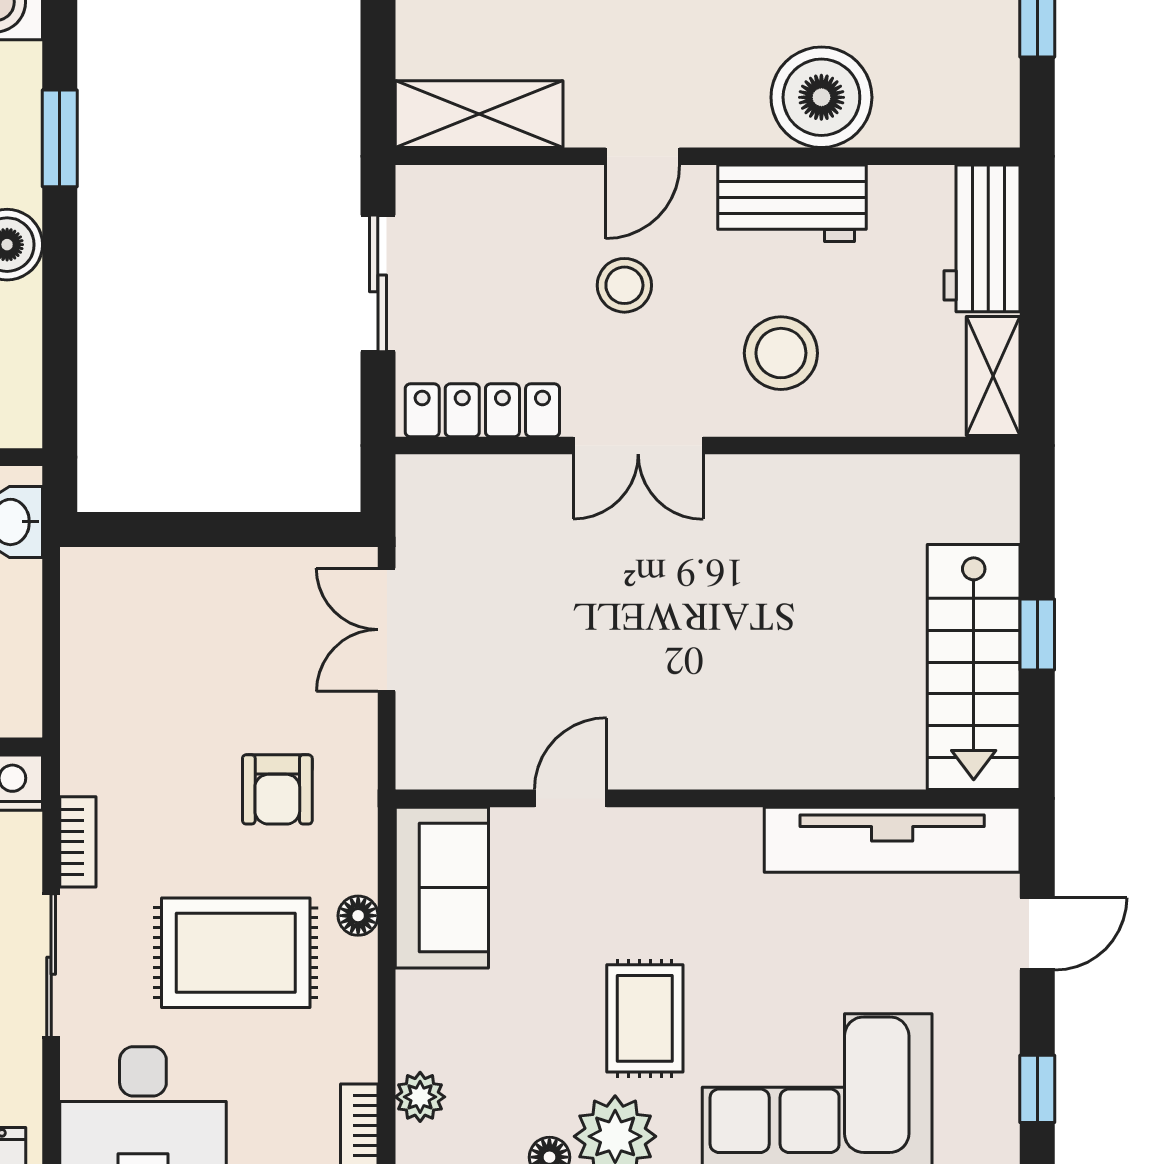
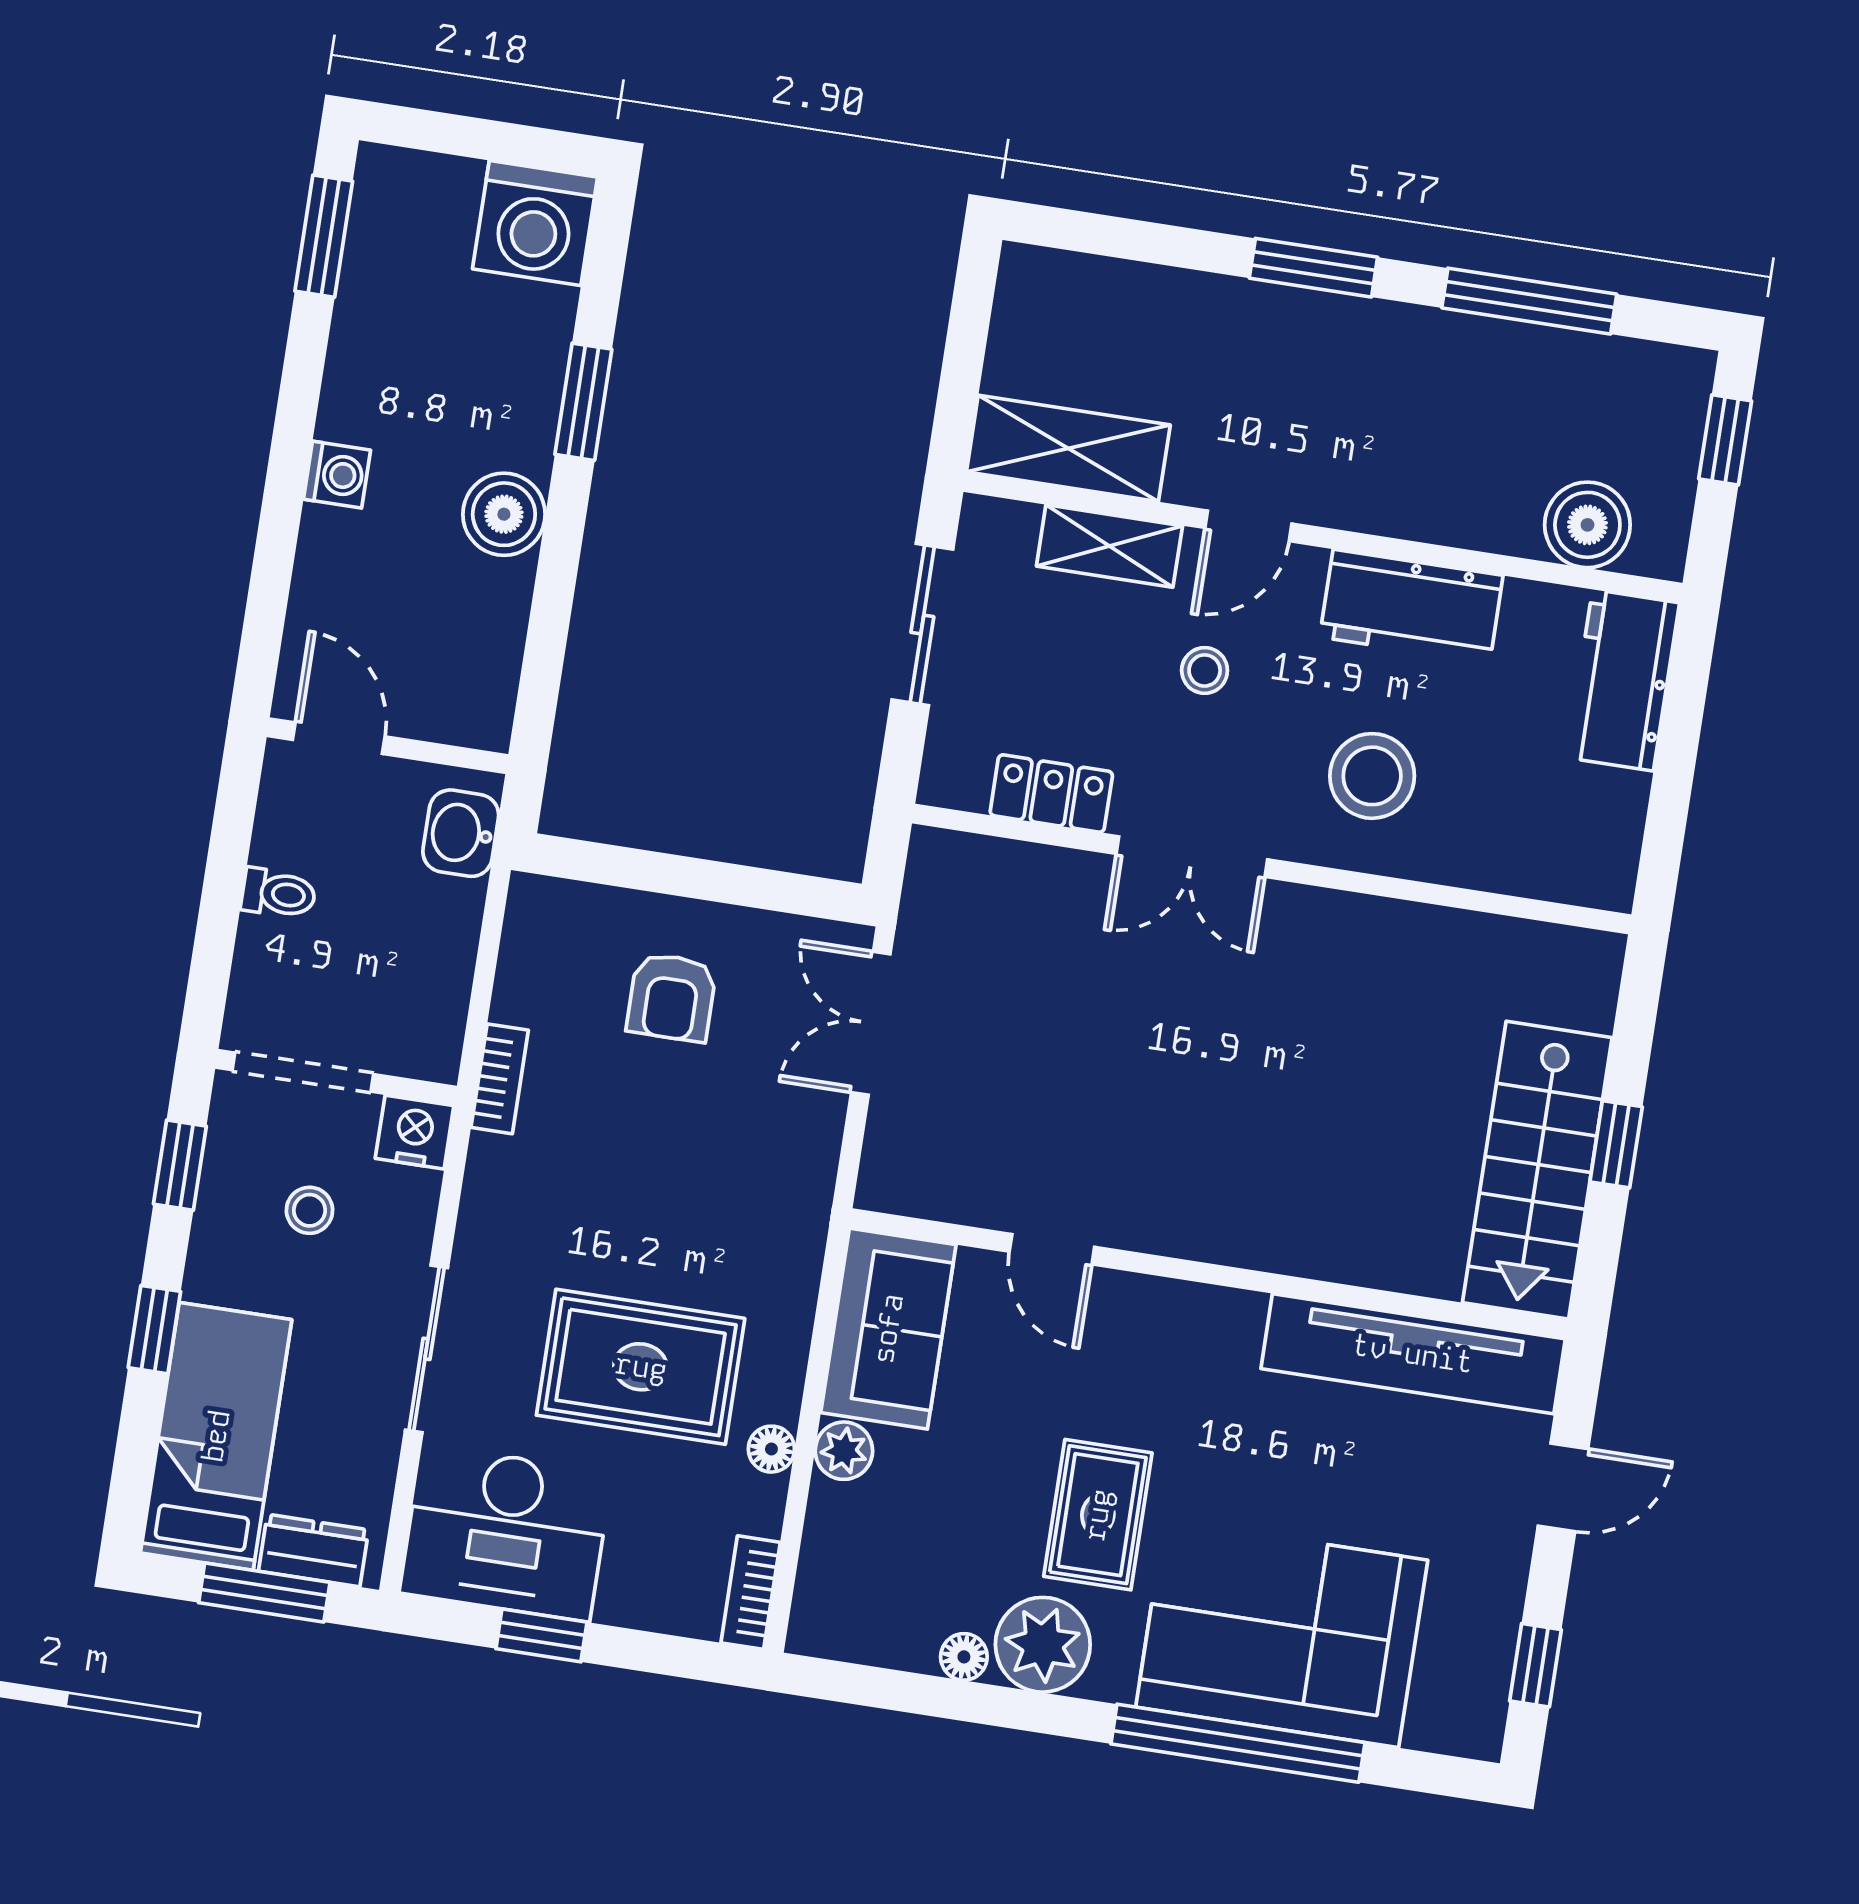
boiler: (821, 97) -> (1587, 525), moved, width x0.73, depth x0.73
stool: (624, 285) -> (1205, 670), width x0.73, depth x0.73
shelving: (993, 376) -> (1109, 546), moved, turned 90
locker: (482, 410) -> (1051, 793), width x0.66
armchair: (277, 789) -> (672, 997), moved
door: (571, 798) -> (1052, 1249), swing flipped
bookcase: (78, 842) -> (500, 1079), moved
floor lamp: (358, 916) -> (771, 1449), moved
plant: (420, 1097) -> (844, 1451), moved

